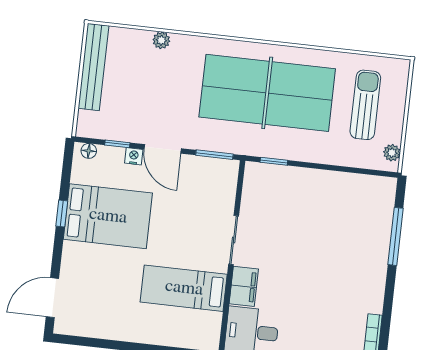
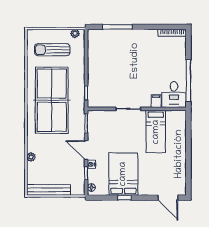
door: (163, 149) -> (86, 150), swing flipped
filing cabinet: (244, 286) -> (156, 101), width x0.50

